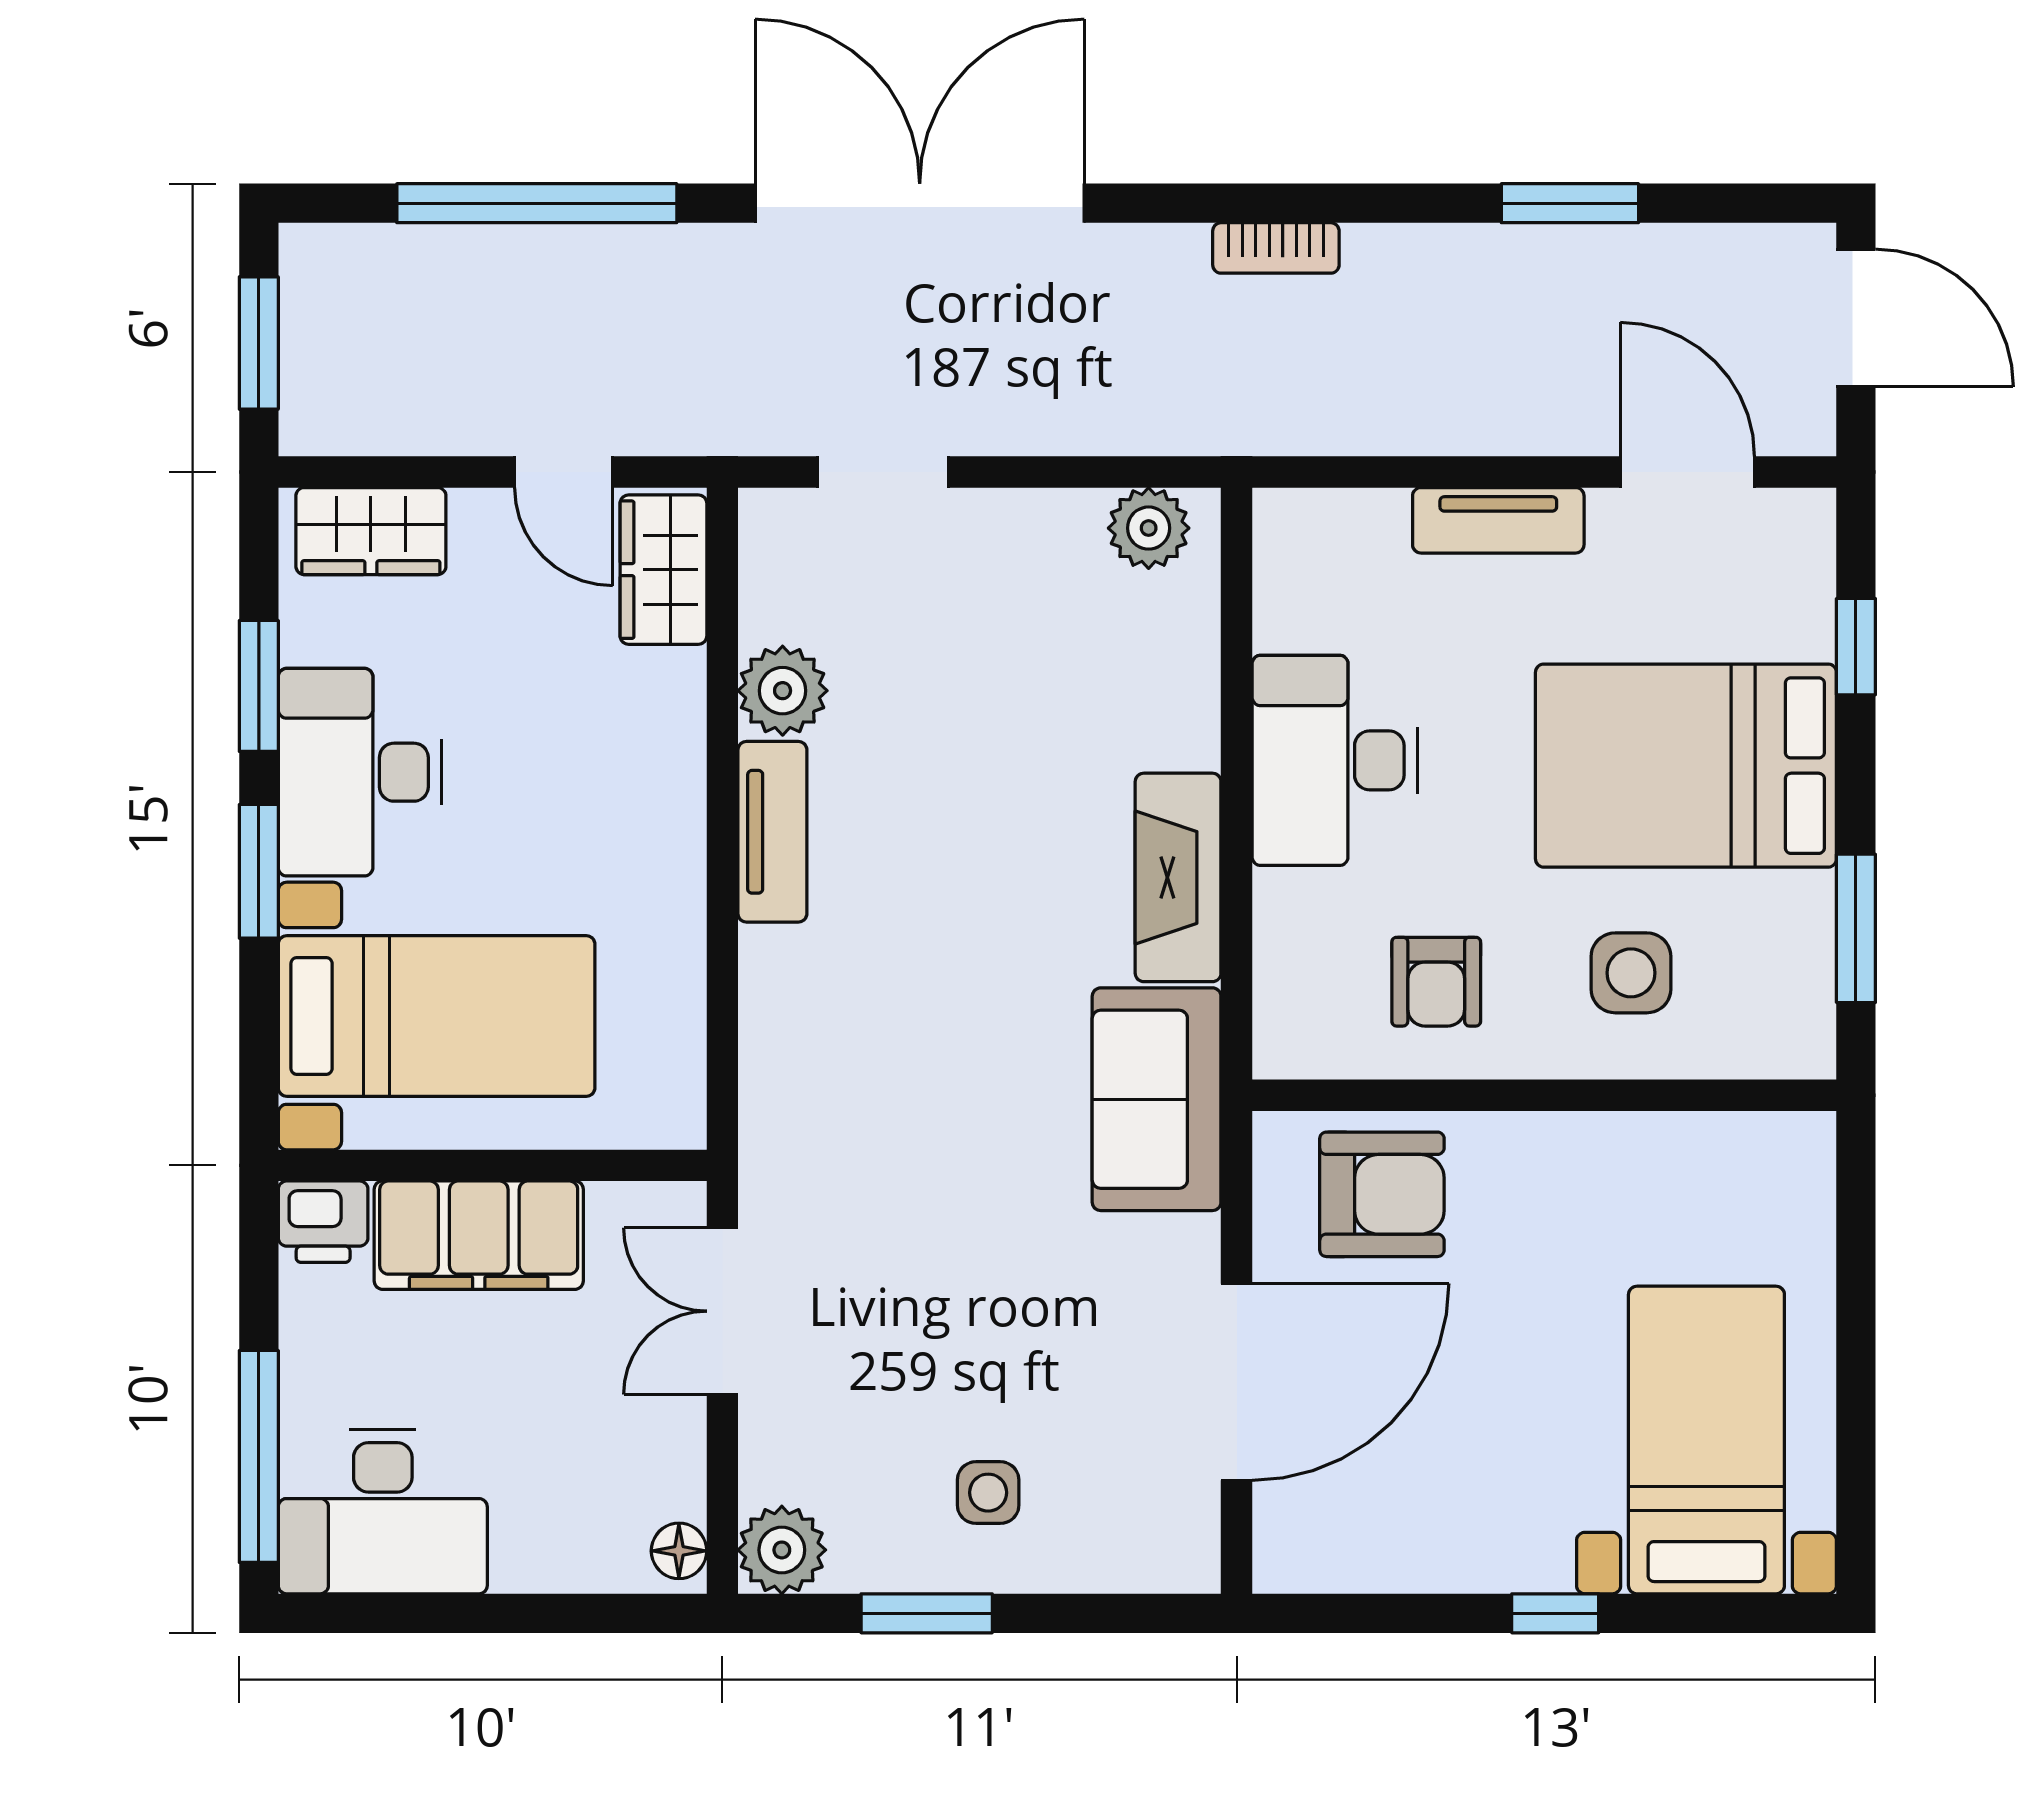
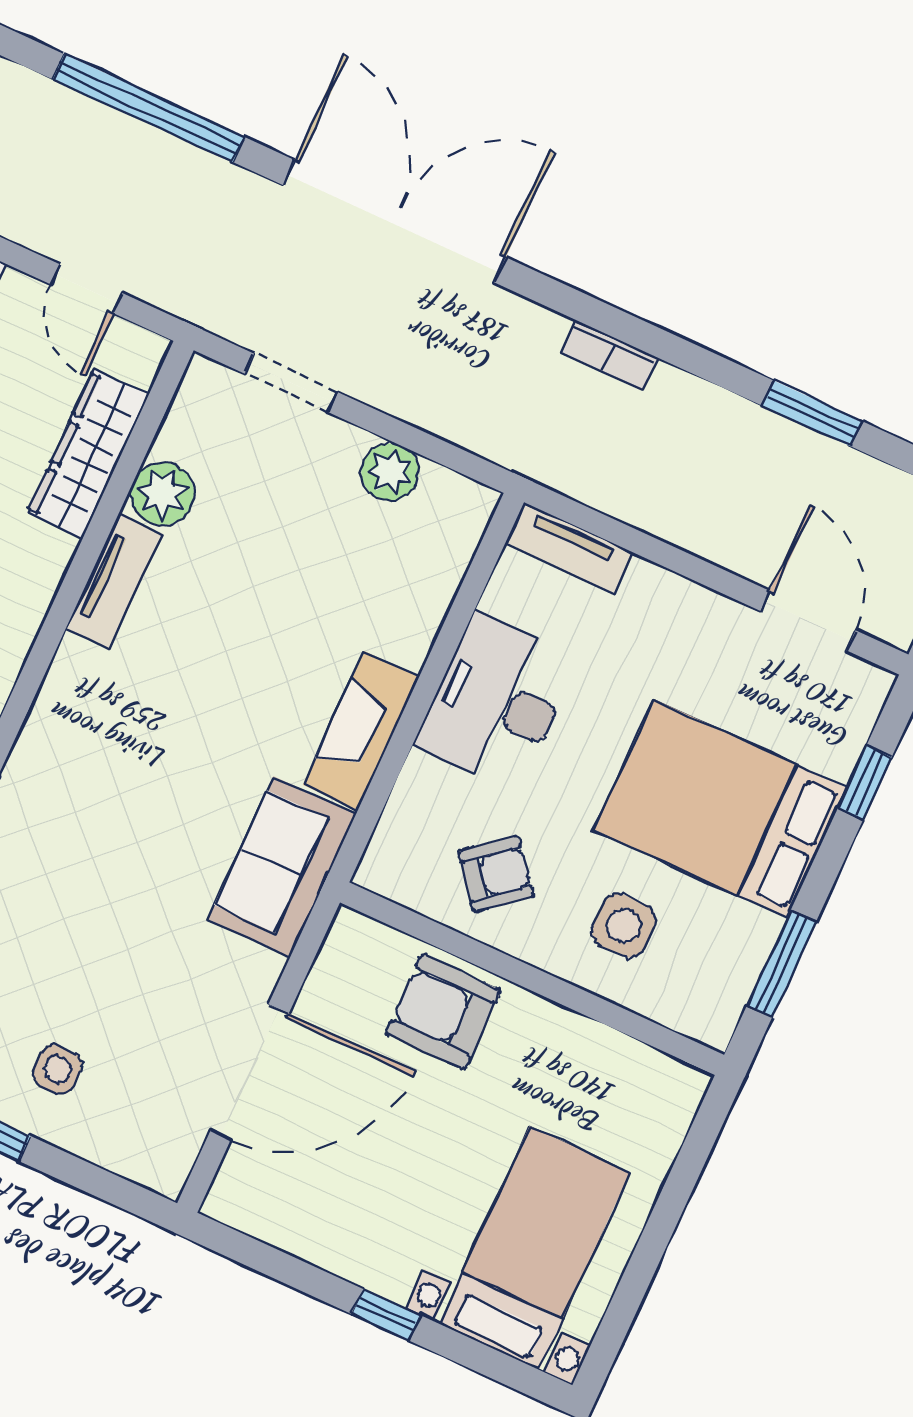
tv unit: (1498, 520) -> (569, 548), moved
plant: (1149, 528) -> (390, 472), moved
wardrobe: (663, 570) -> (88, 454), moved, width x1.50
armchair: (1436, 982) -> (496, 874), turned -129
armchair: (1382, 1194) -> (443, 1012), moved, turned 180

